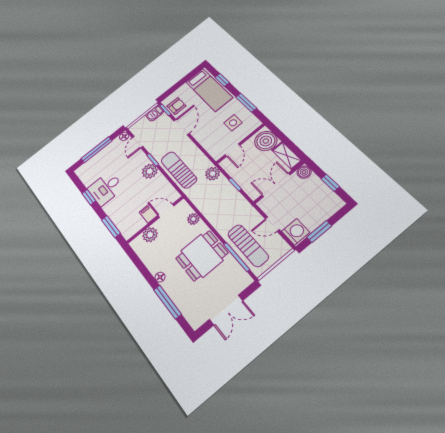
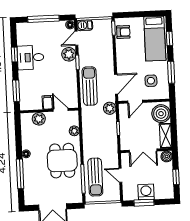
barbecue: (155, 113) -> (85, 25), moved
door: (181, 127) -> (116, 84), moved
plant: (150, 171) -> (69, 54), moved
double door: (276, 185) -> (143, 151), swing flipped
washing machine: (296, 232) -> (146, 192), moved, turned -90
dining table: (202, 256) -> (62, 161), turned 90

